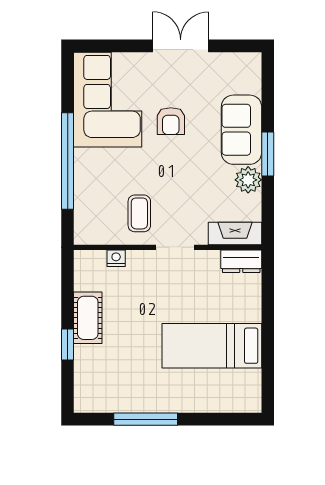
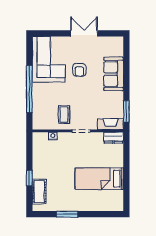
window: (268, 154) -> (126, 111), moved
plant: (248, 180) -> (117, 98), removed
cot: (88, 318) -> (39, 192), moved
window: (146, 419) -> (67, 214), width x0.69

